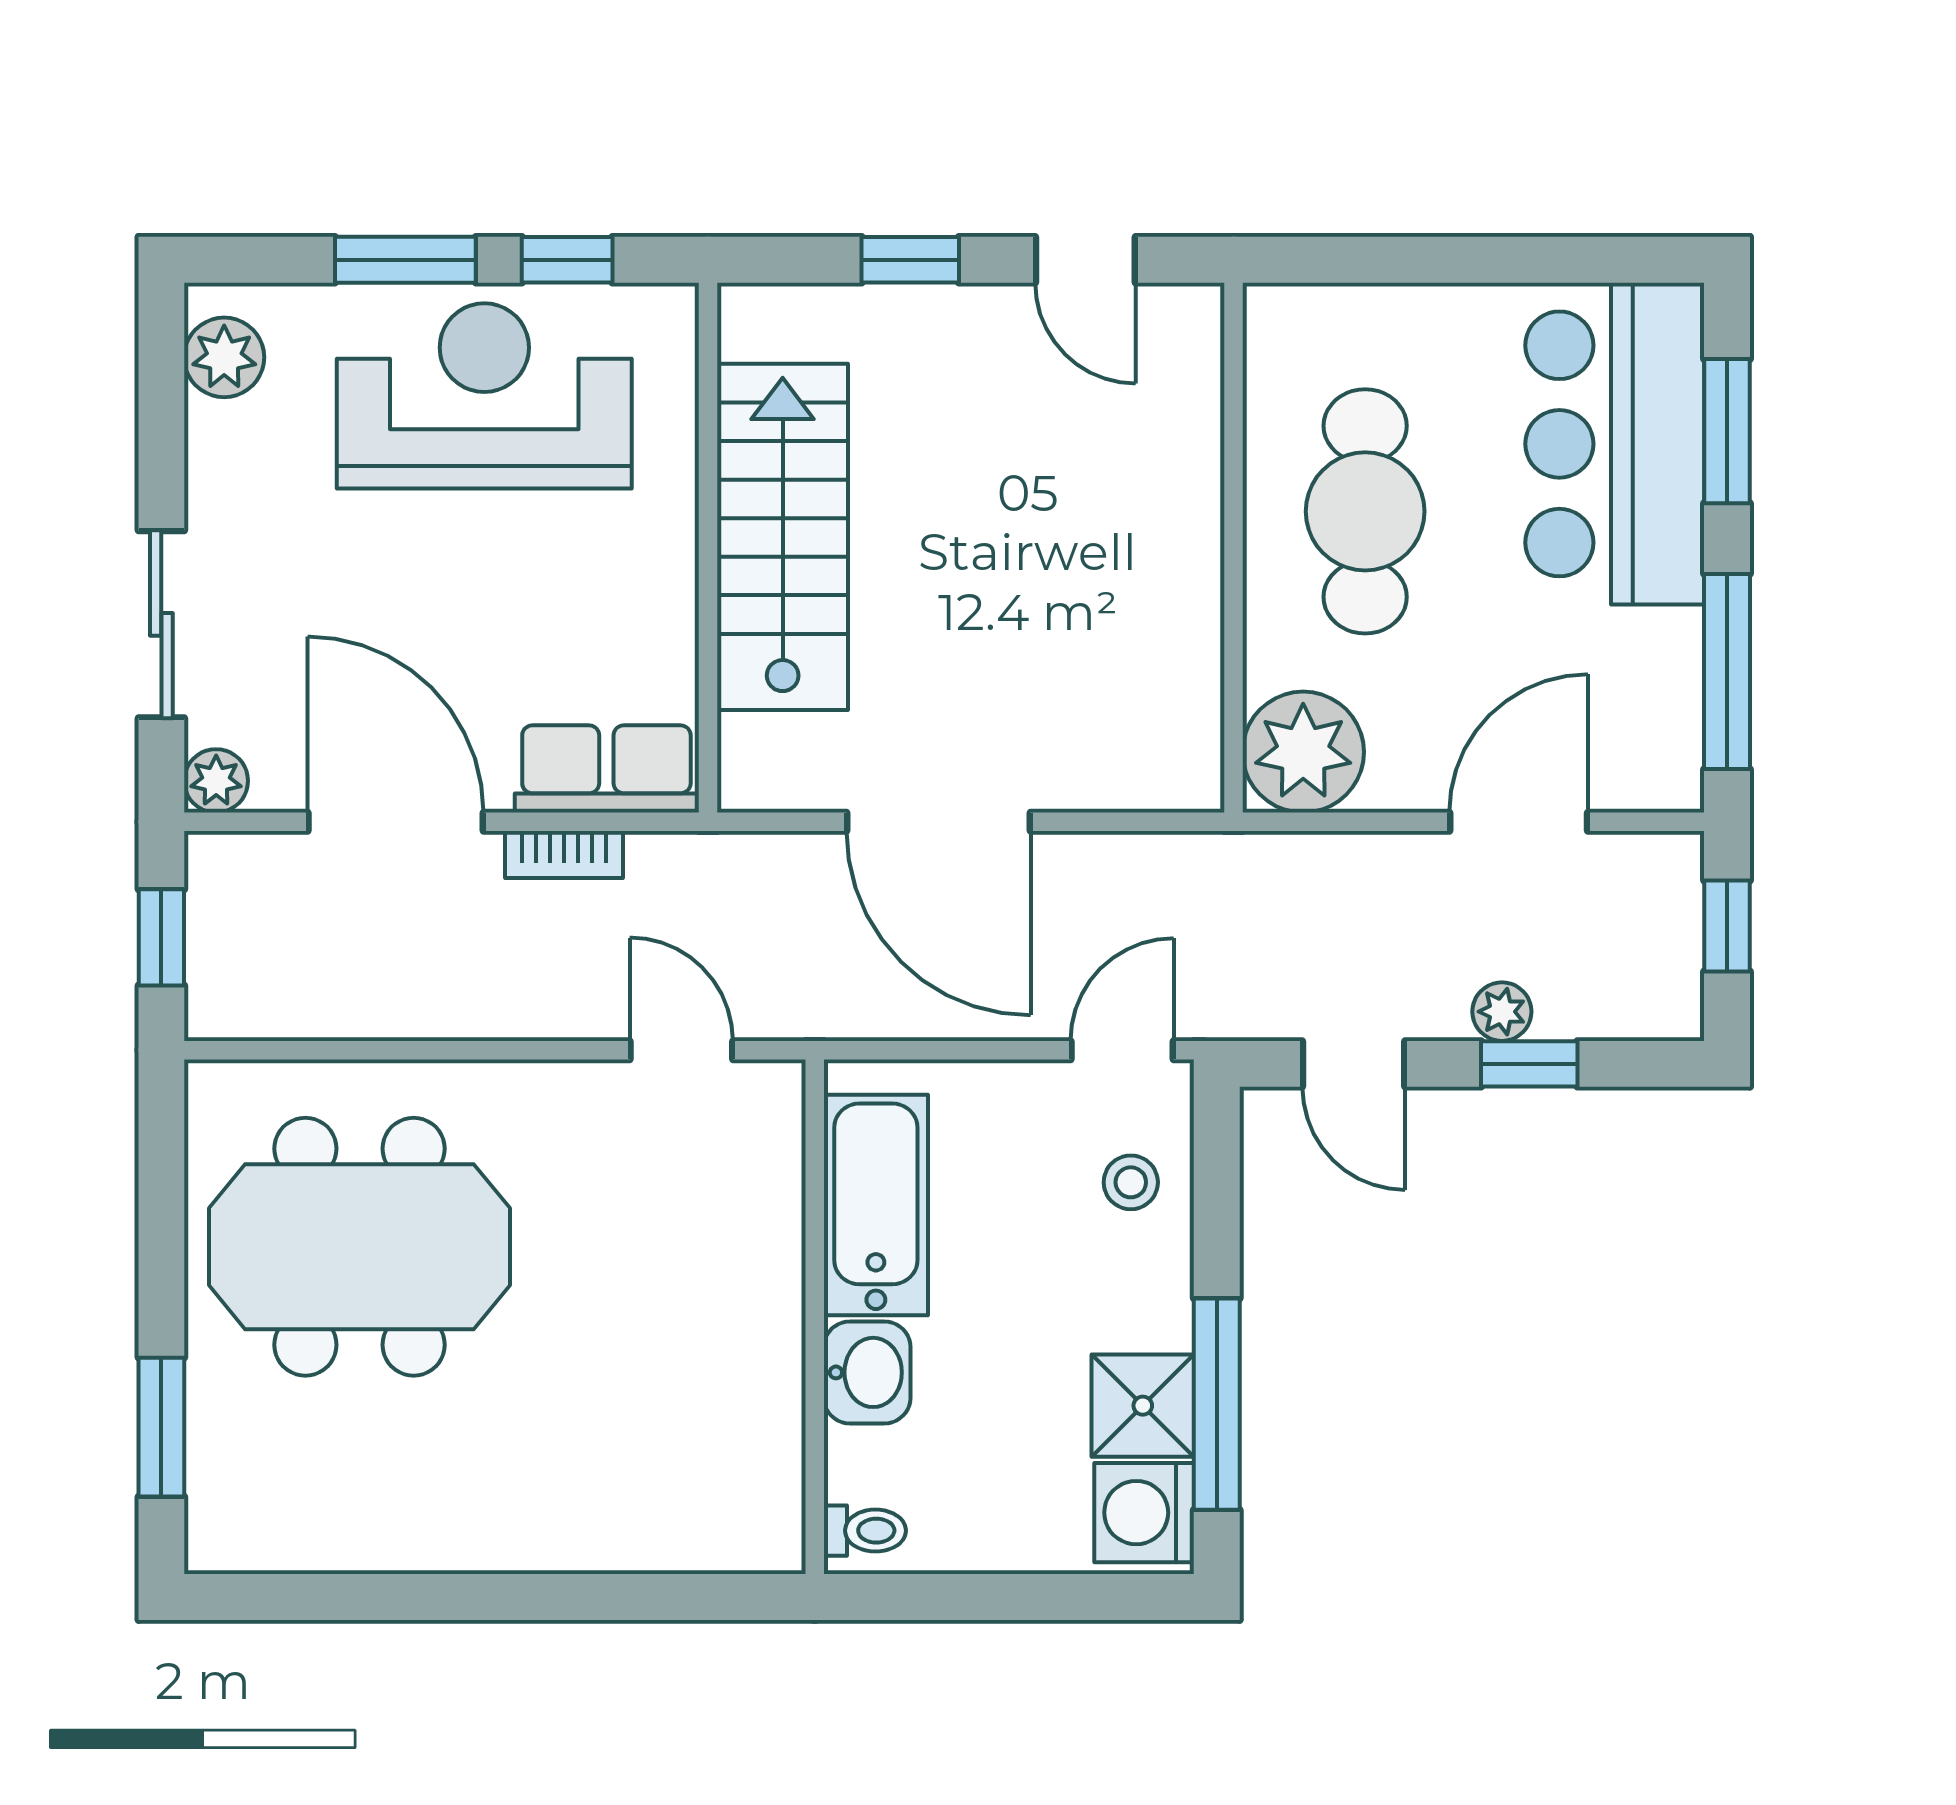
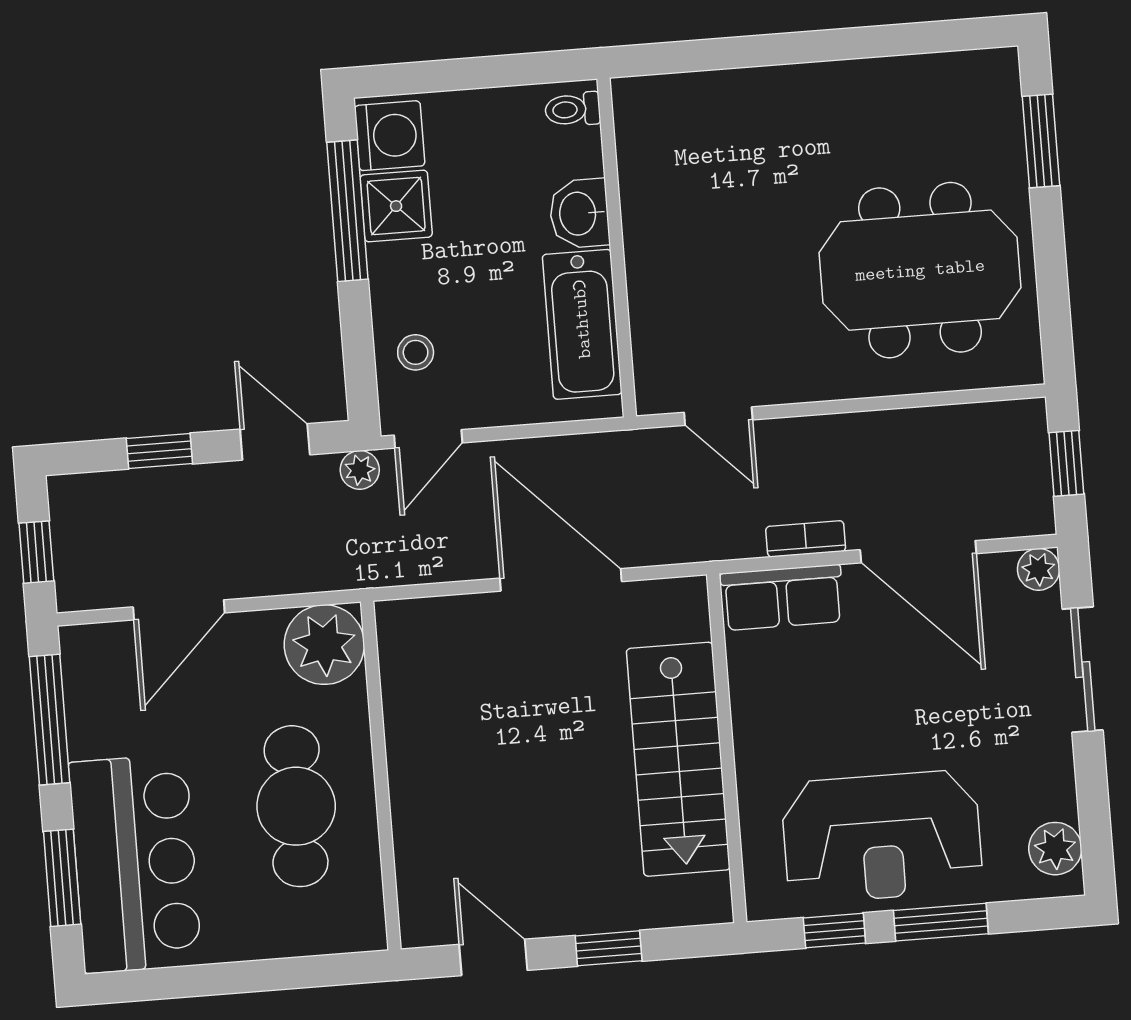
plant: (1502, 1012) -> (360, 470), moved

